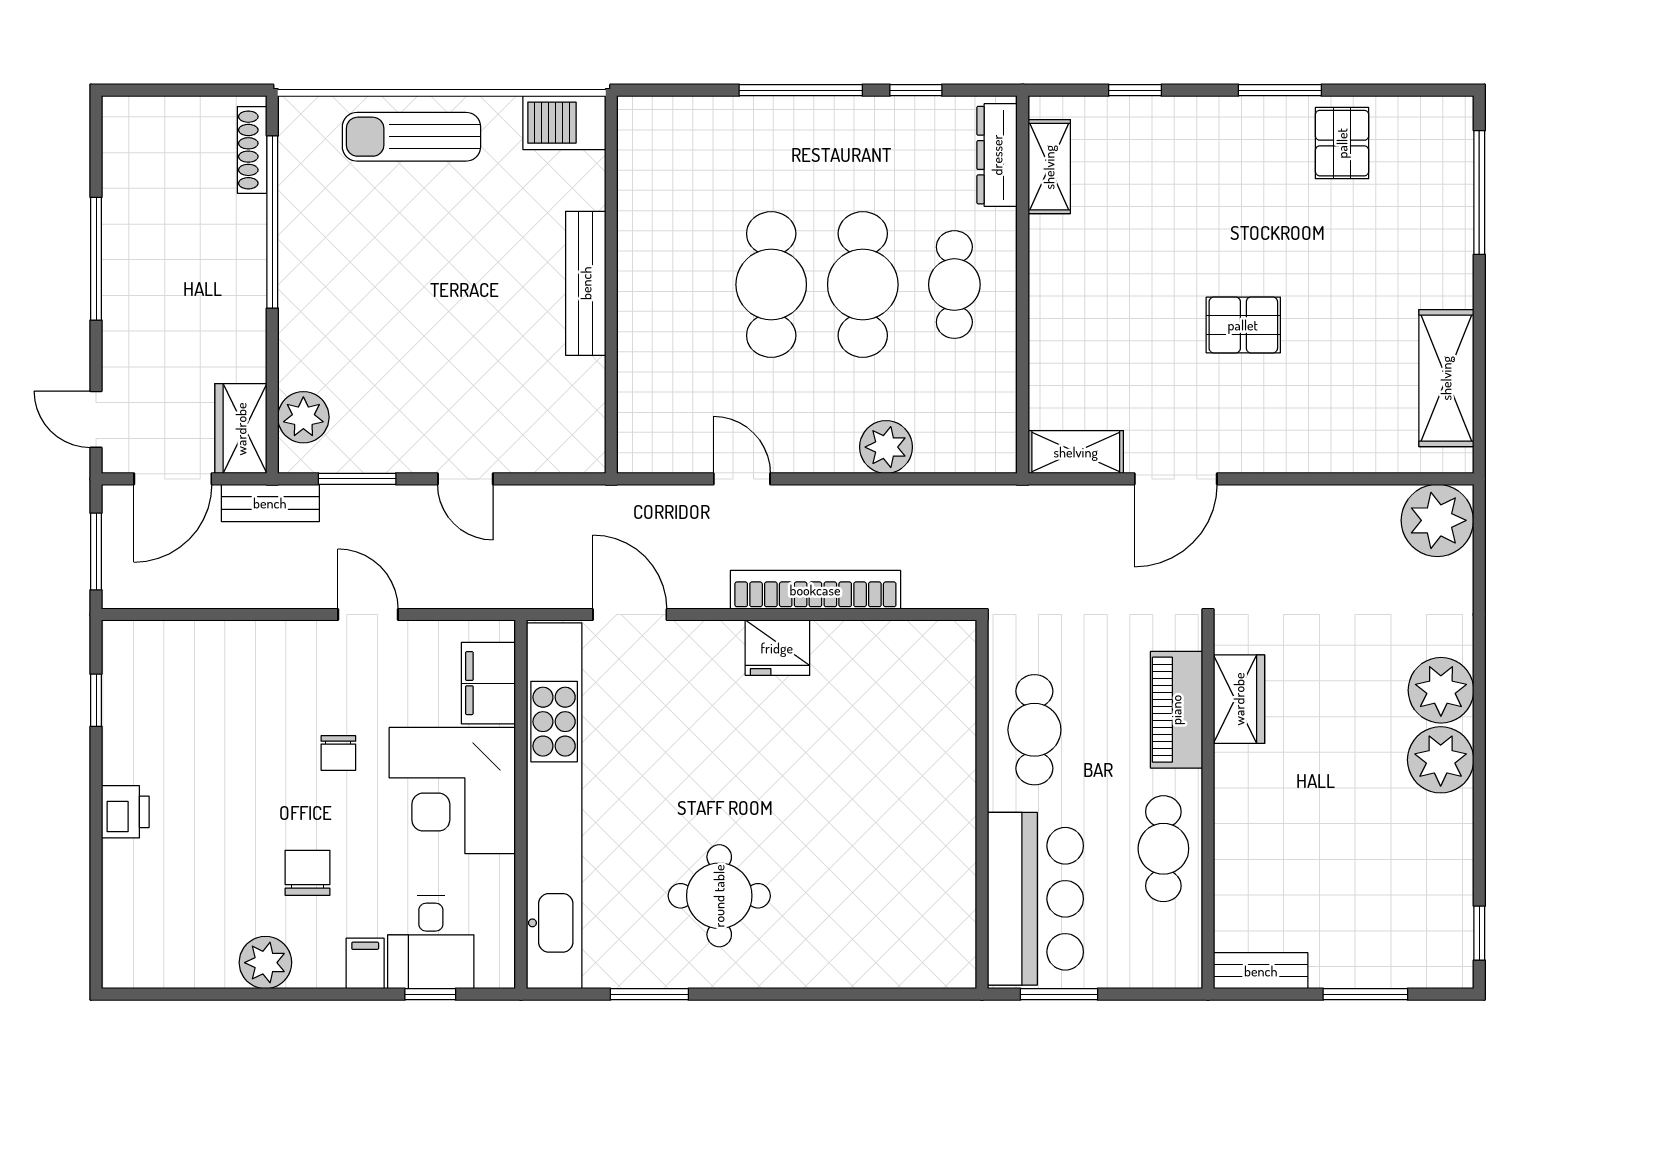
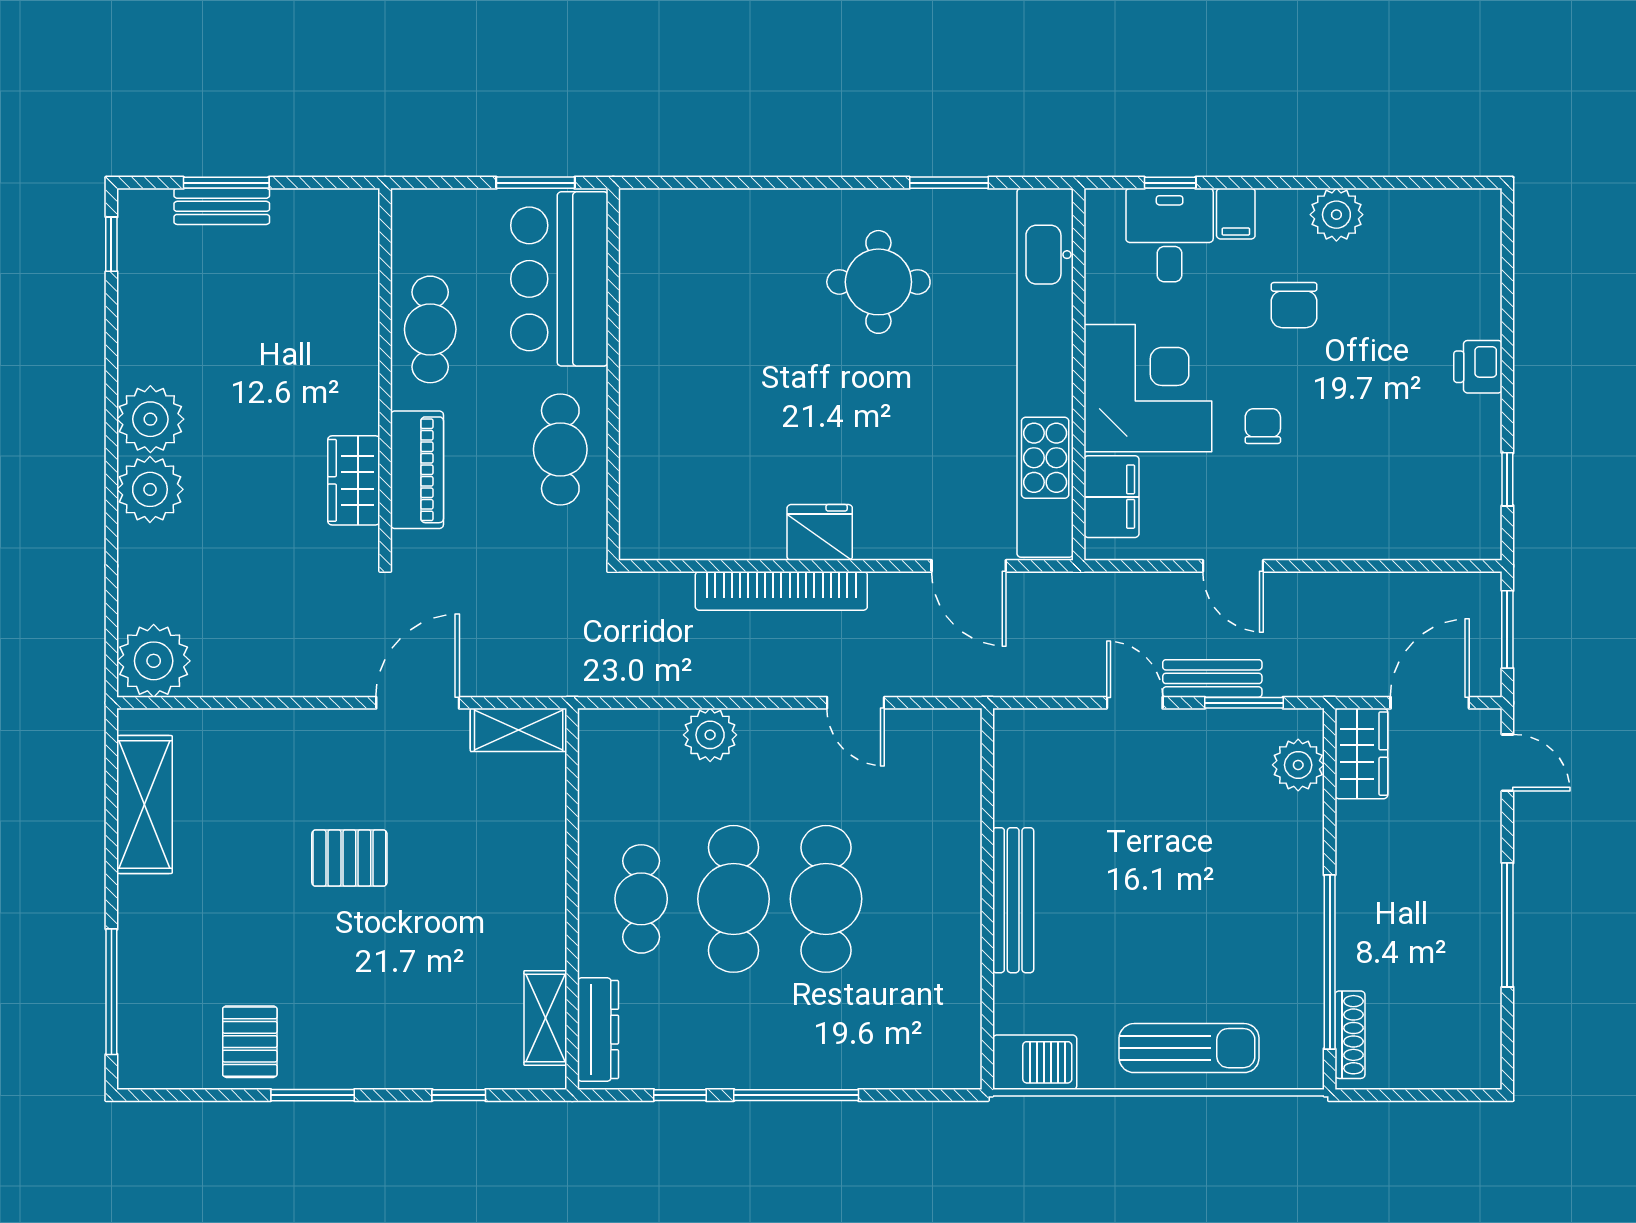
bench: (270, 503) -> (1212, 678), moved
bench: (1261, 971) -> (222, 206), moved

